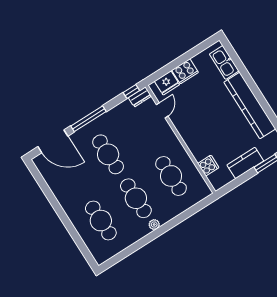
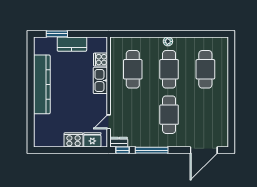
kitchen sink: (224, 63) -> (100, 80), moved, turned 180
window: (88, 119) -> (152, 150), moved
door: (53, 141) -> (204, 150), swing flipped

